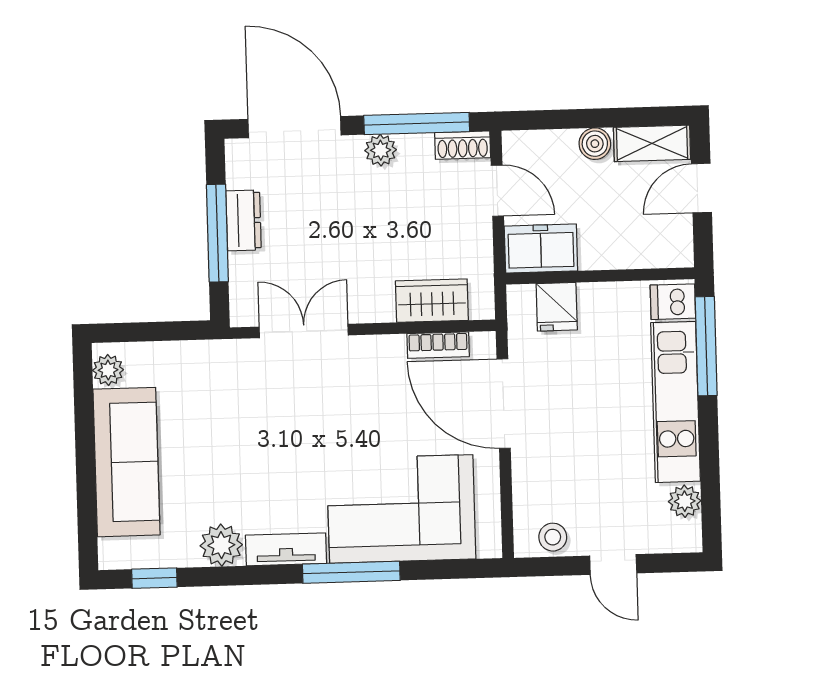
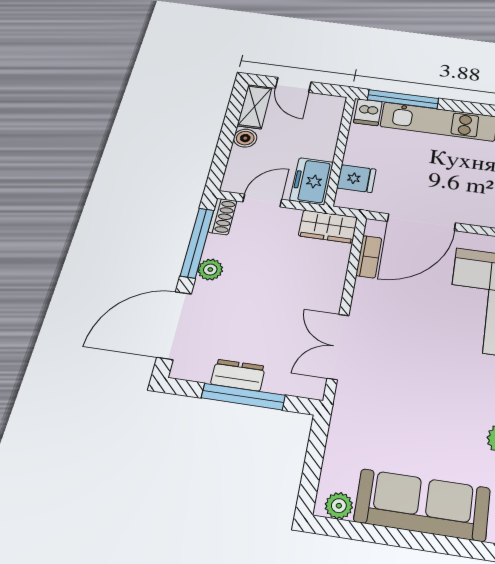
wardrobe: (432, 301) -> (328, 226), moved, turned -90

